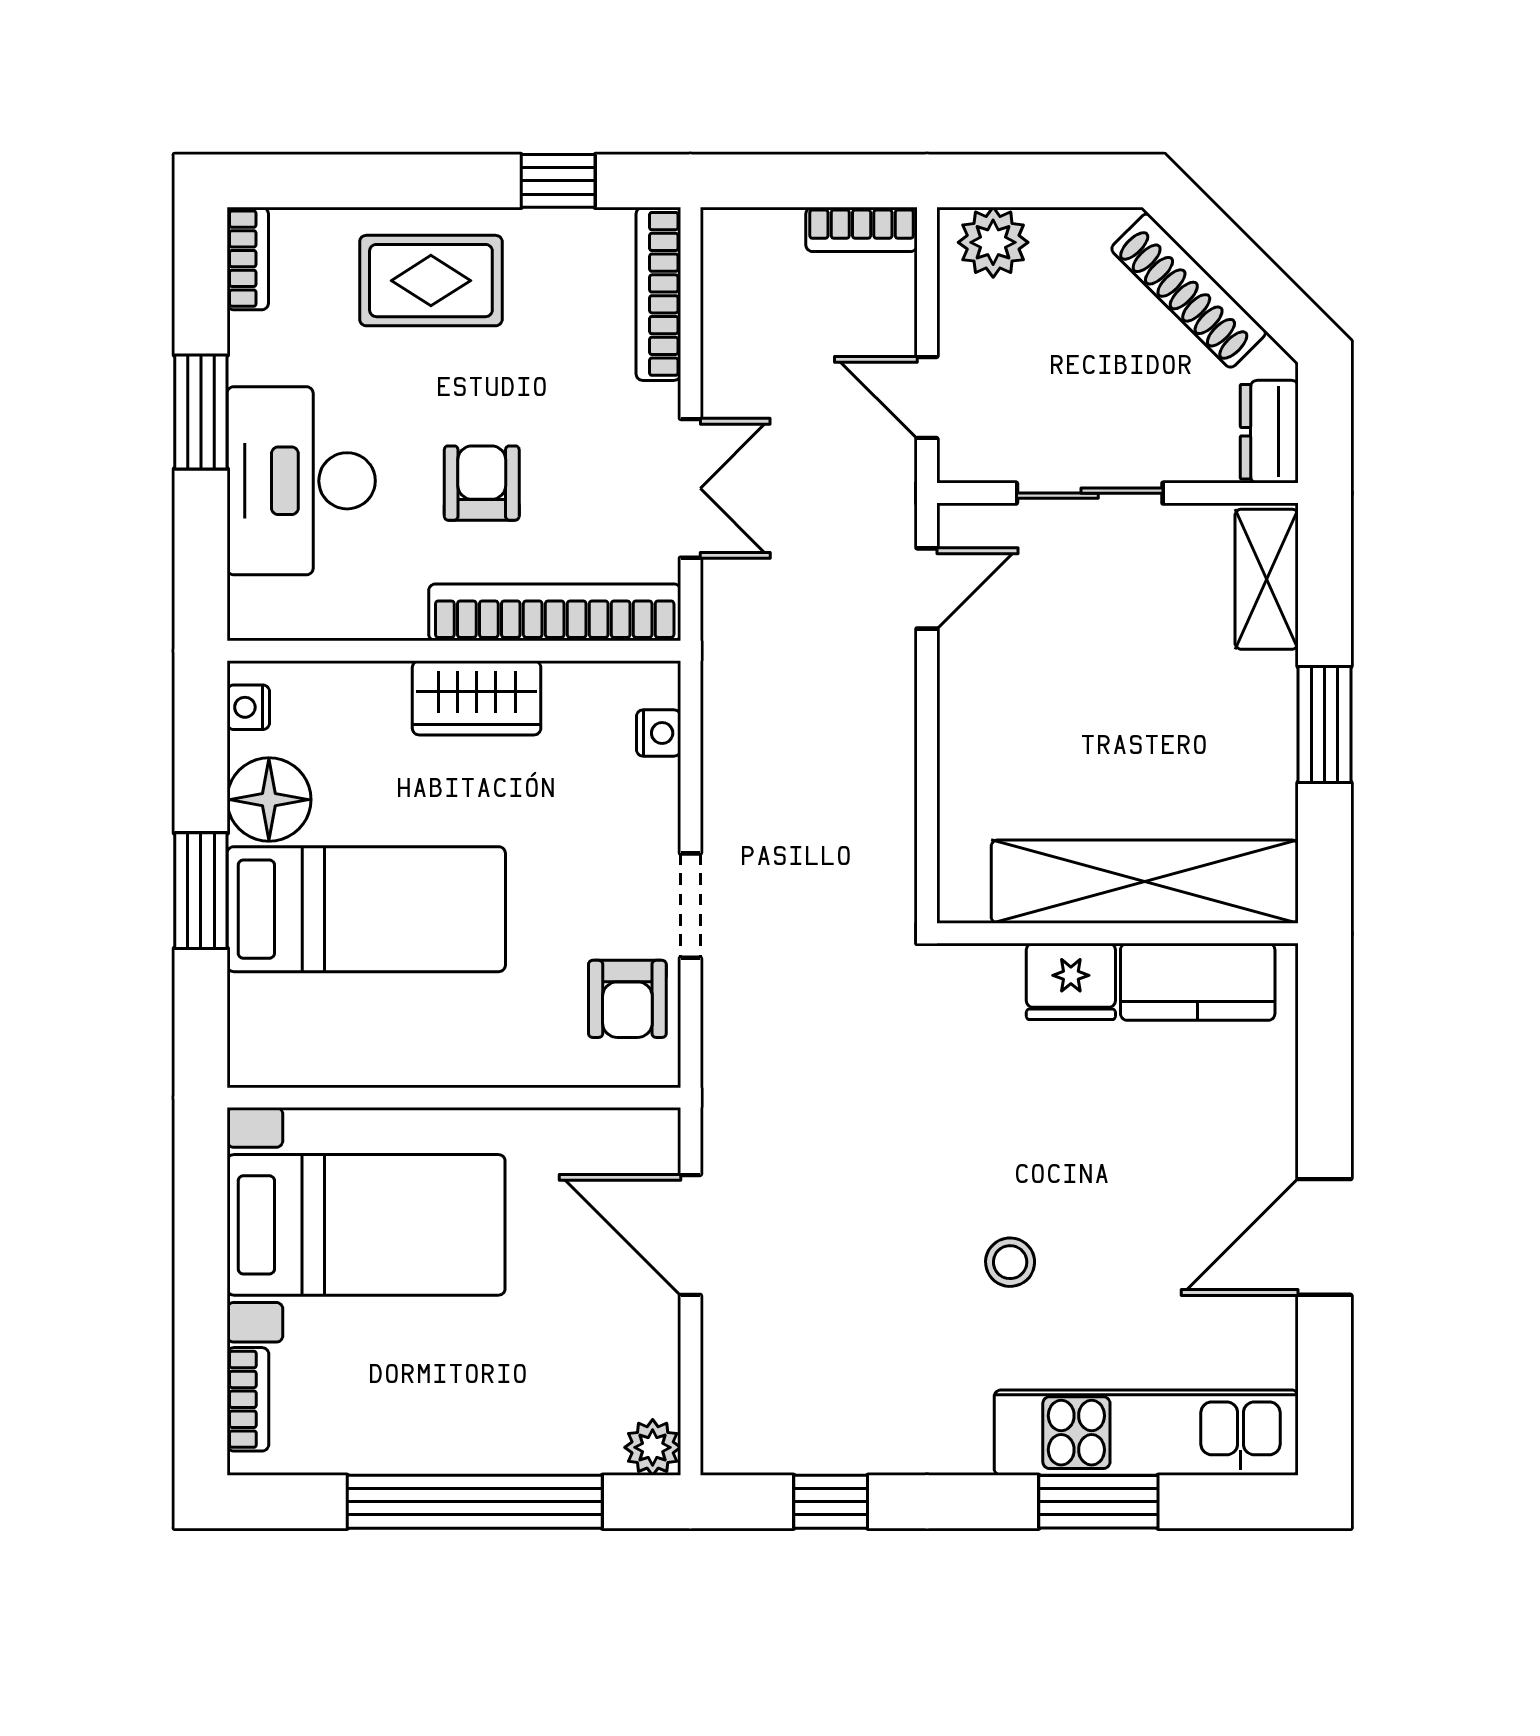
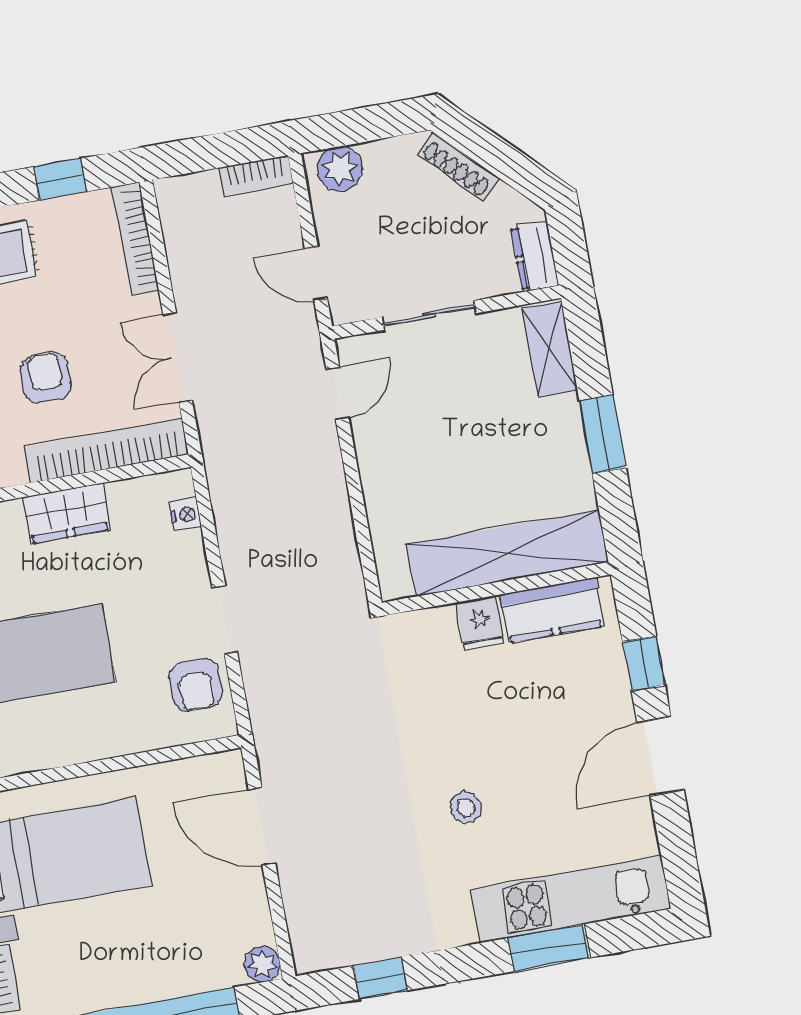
shoe rack: (1189, 291) -> (458, 166), width x0.74, depth x0.81
double door: (690, 488) -> (178, 357), swing flipped
fridge: (1071, 981) -> (480, 623), width x0.72
window: (1325, 1089) -> (644, 663), added

